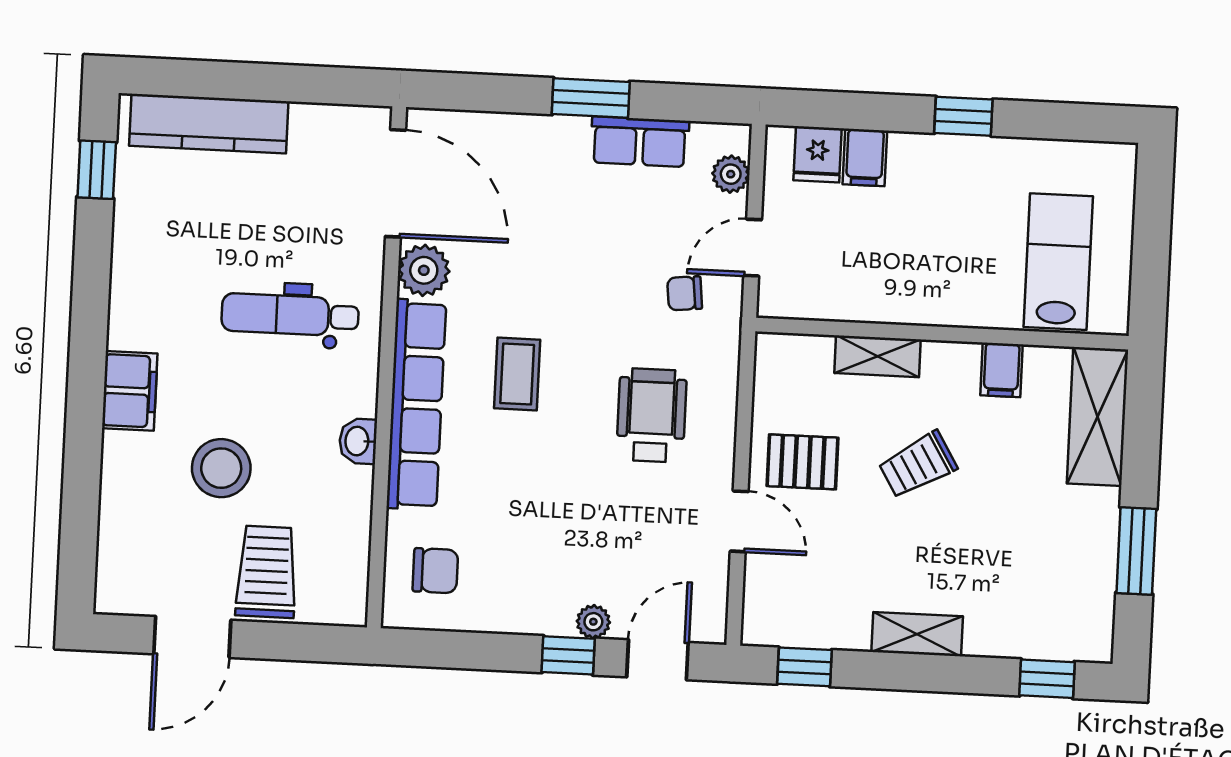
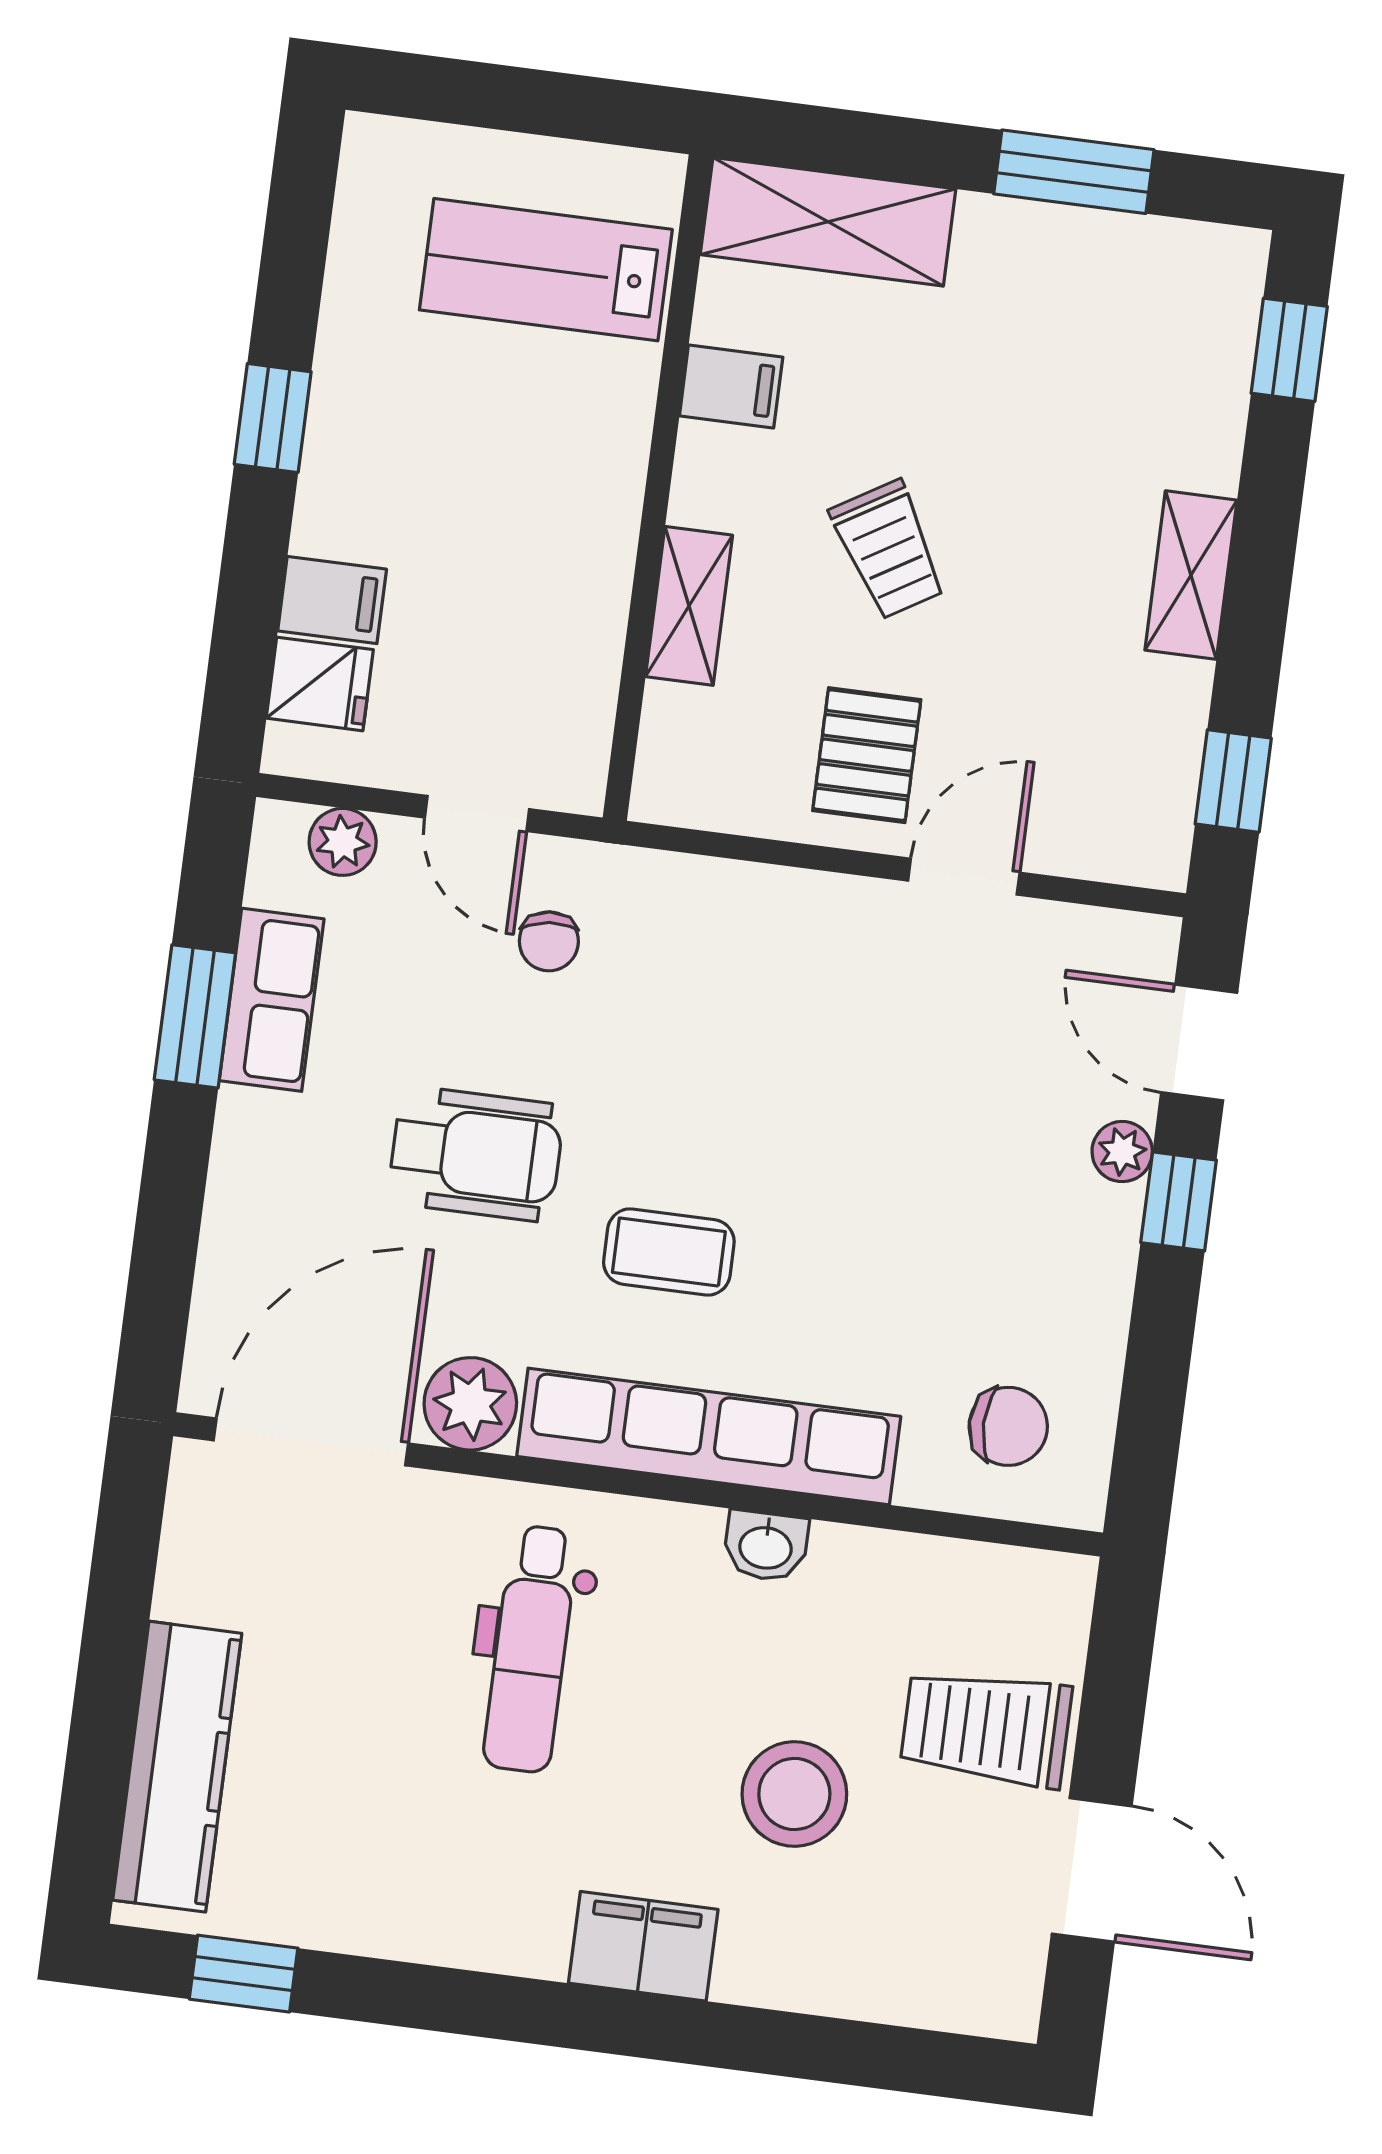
window: (591, 98) -> (195, 1016), moved
wheelchair: (652, 415) -> (476, 1154), moved, turned 180
chair: (435, 571) -> (1008, 1426), turned 90

